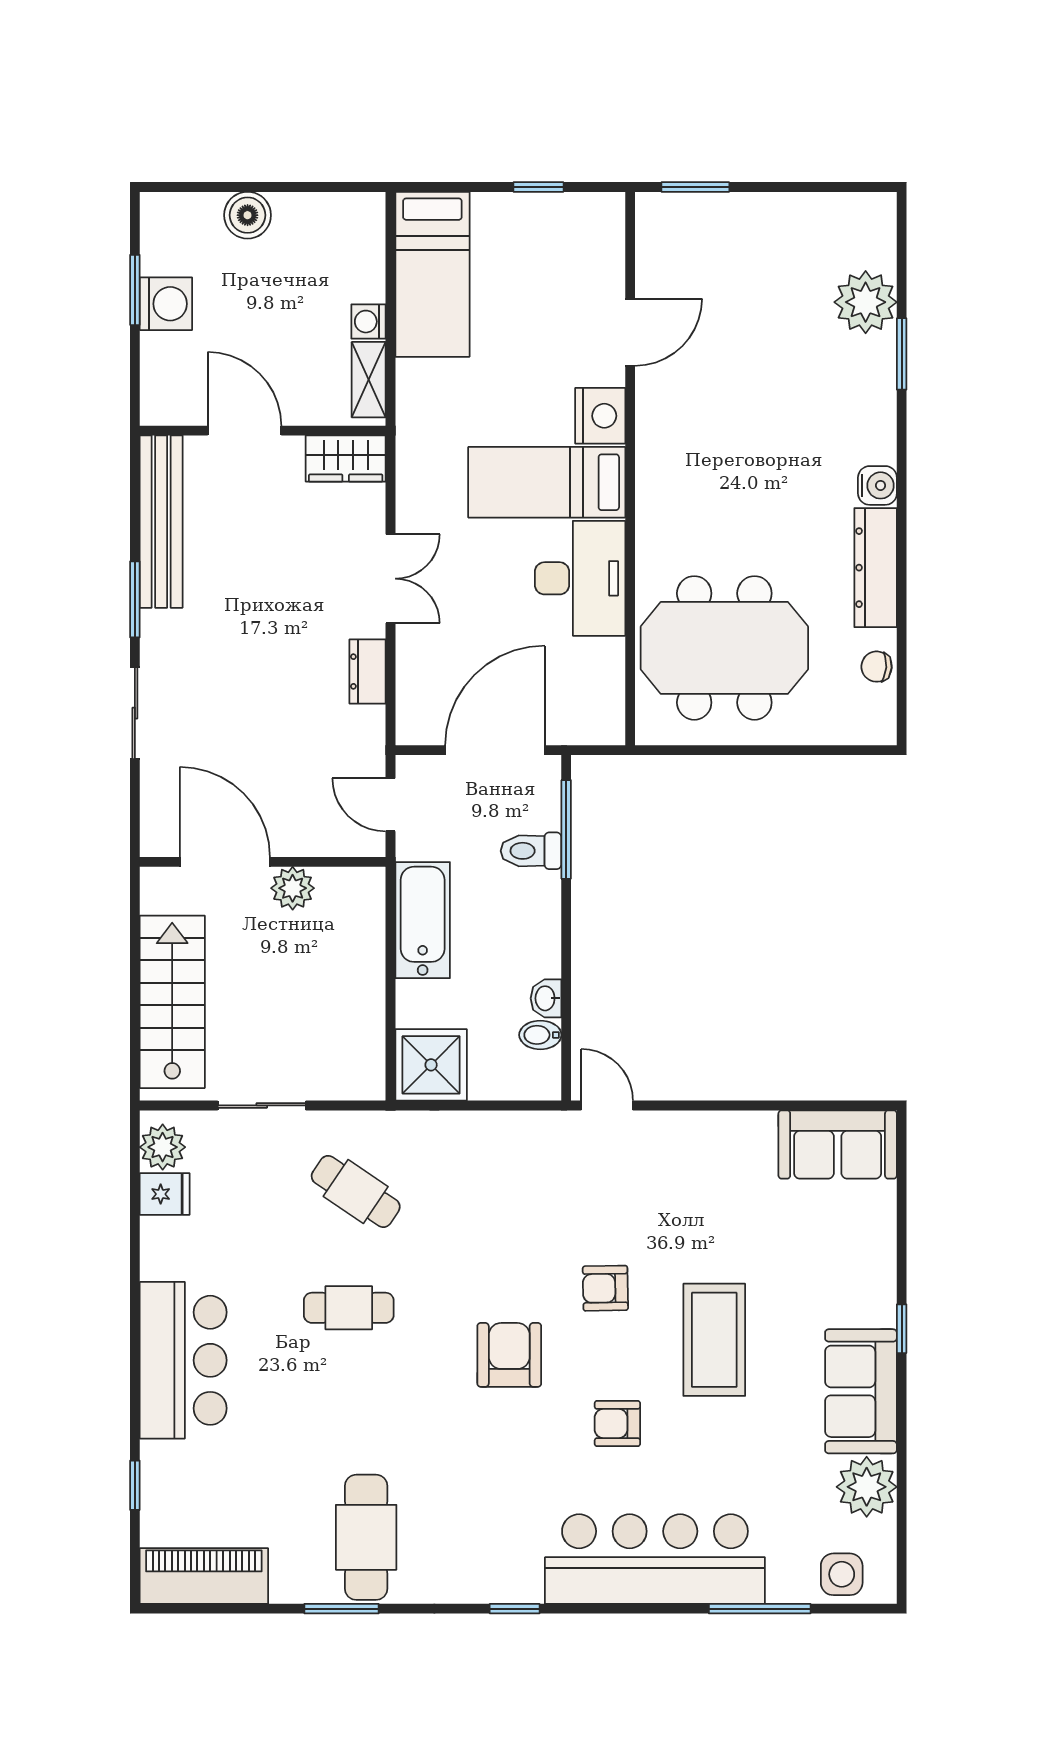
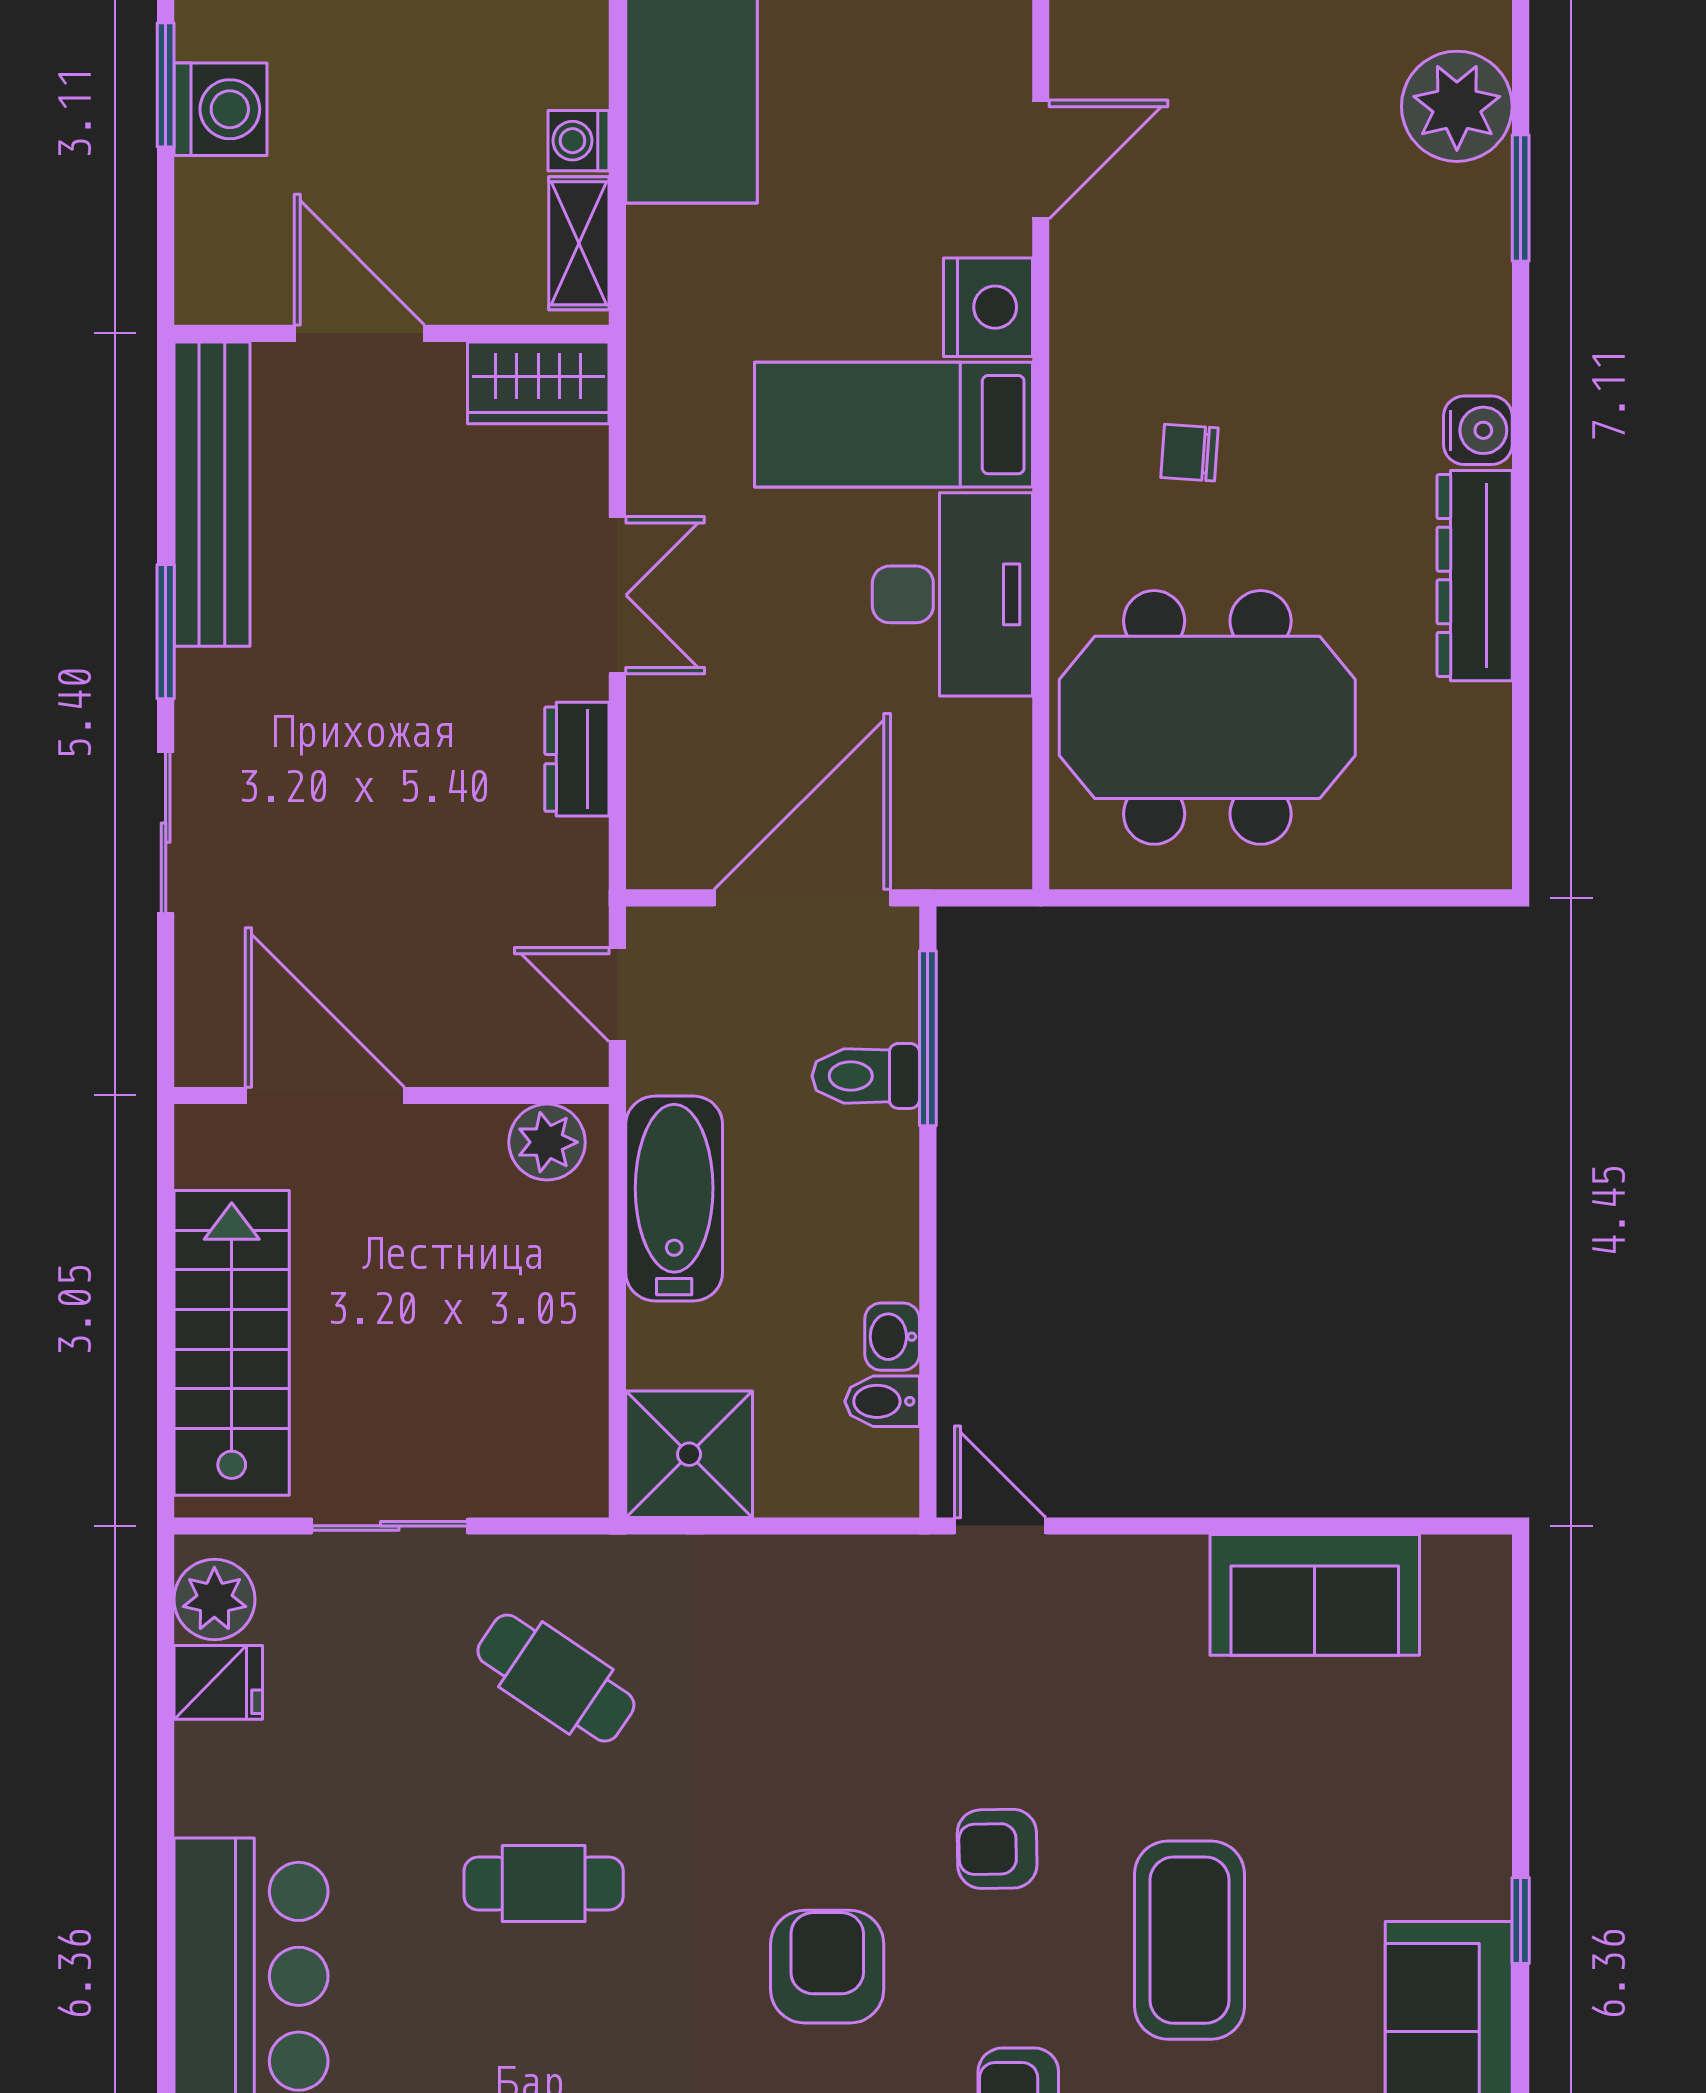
chair: (877, 667) -> (1189, 453), moved
plant: (293, 888) -> (547, 1142), moved
sofa: (838, 1144) -> (1315, 1595), moved

